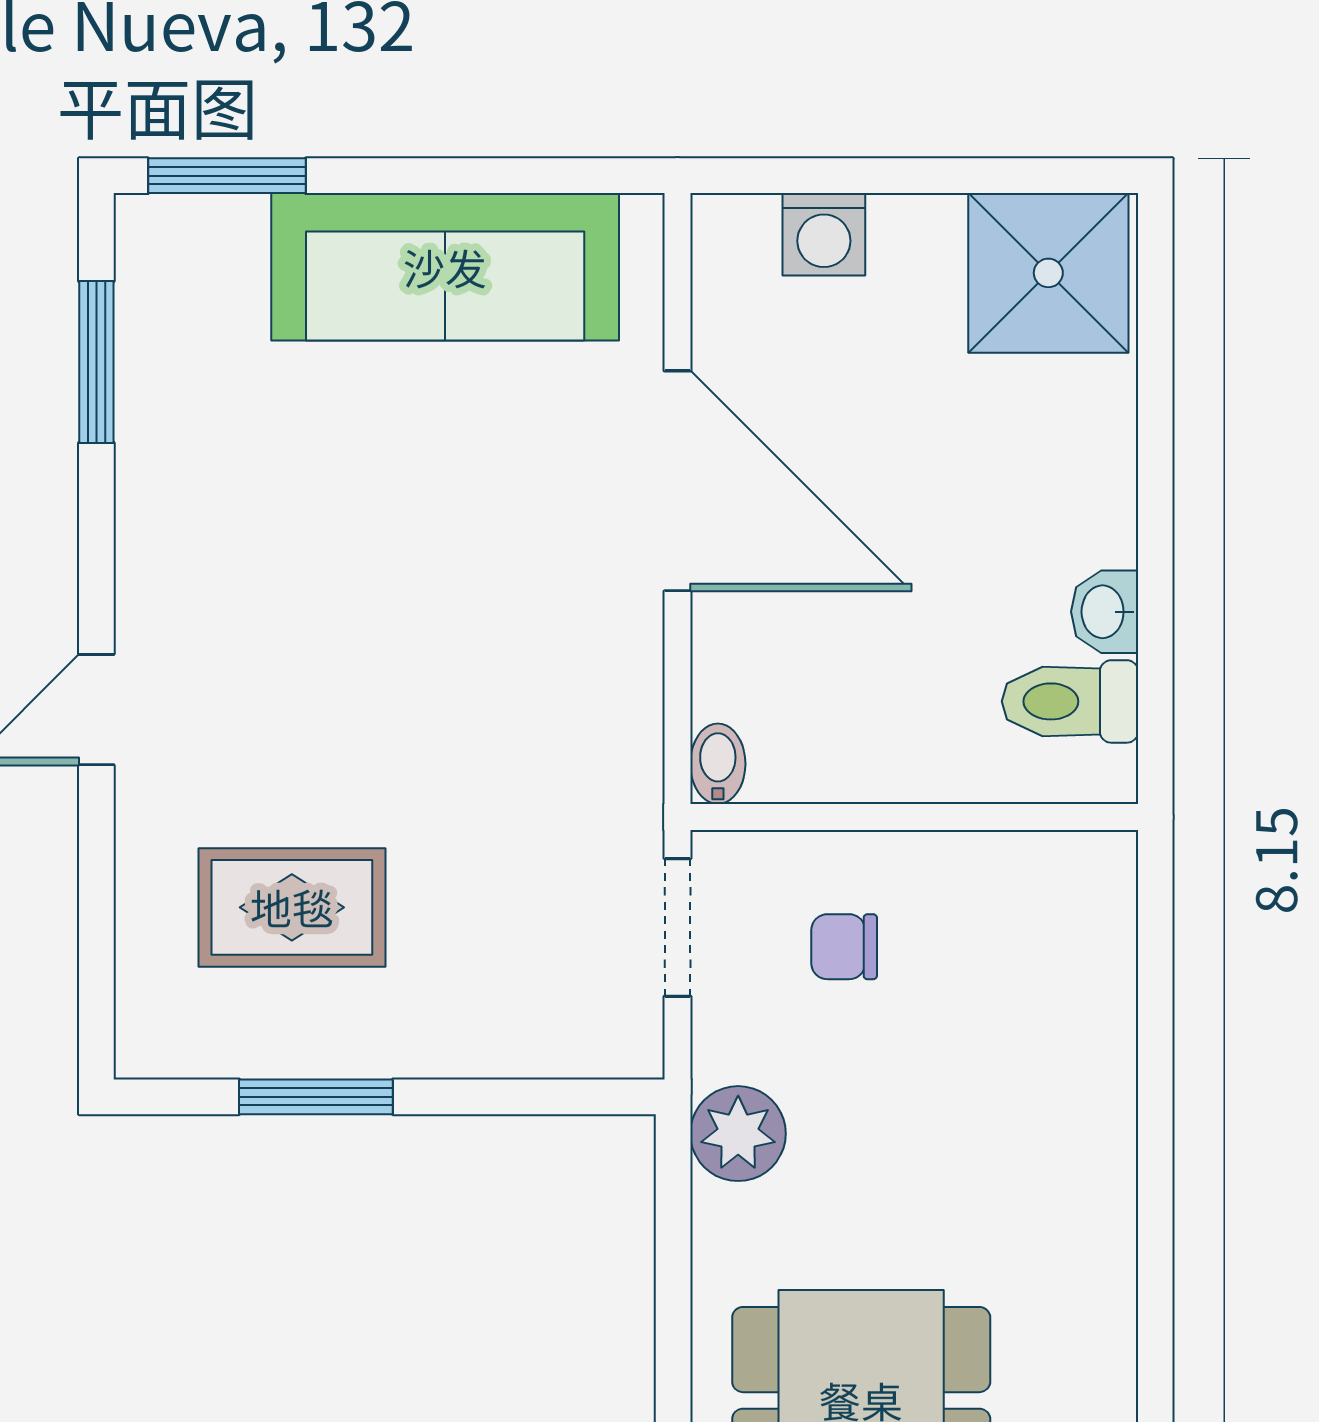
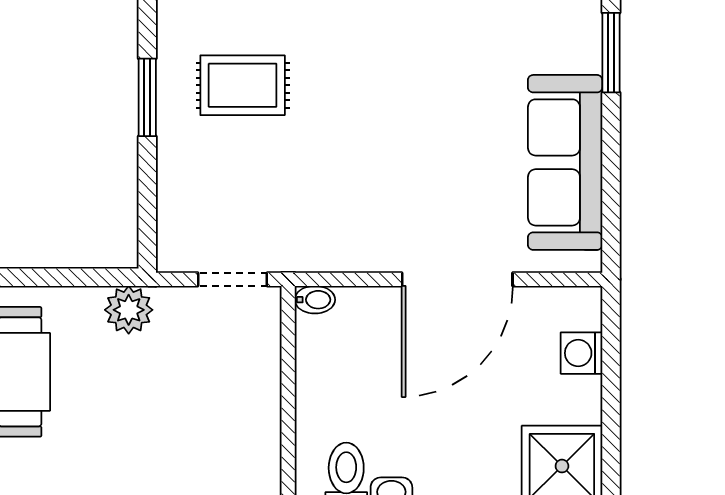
rug: (292, 907) -> (243, 85), turned 90
chair: (844, 947) -> (223, 363), removed

